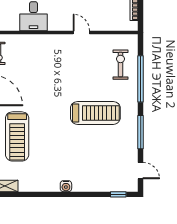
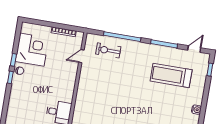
door: (81, 32) -> (81, 56), moved
treadmill: (95, 113) -> (171, 75), moved, turned -90

